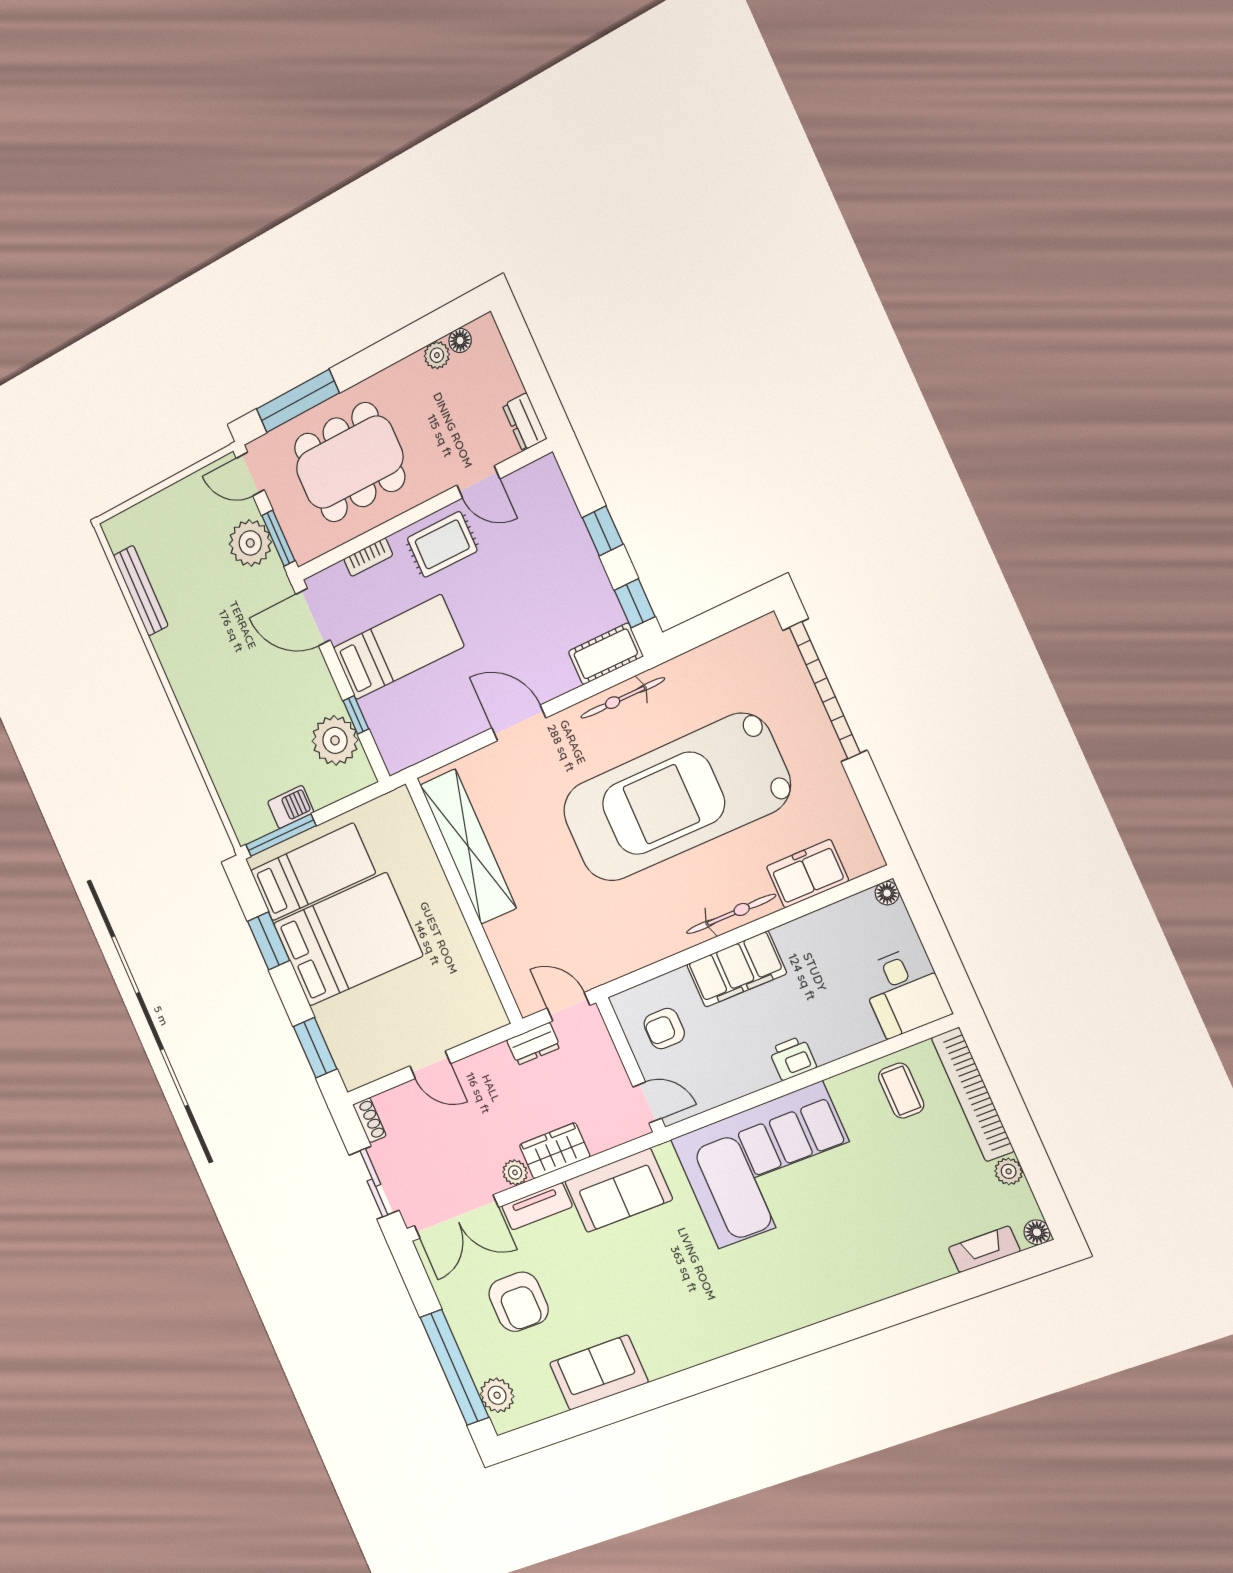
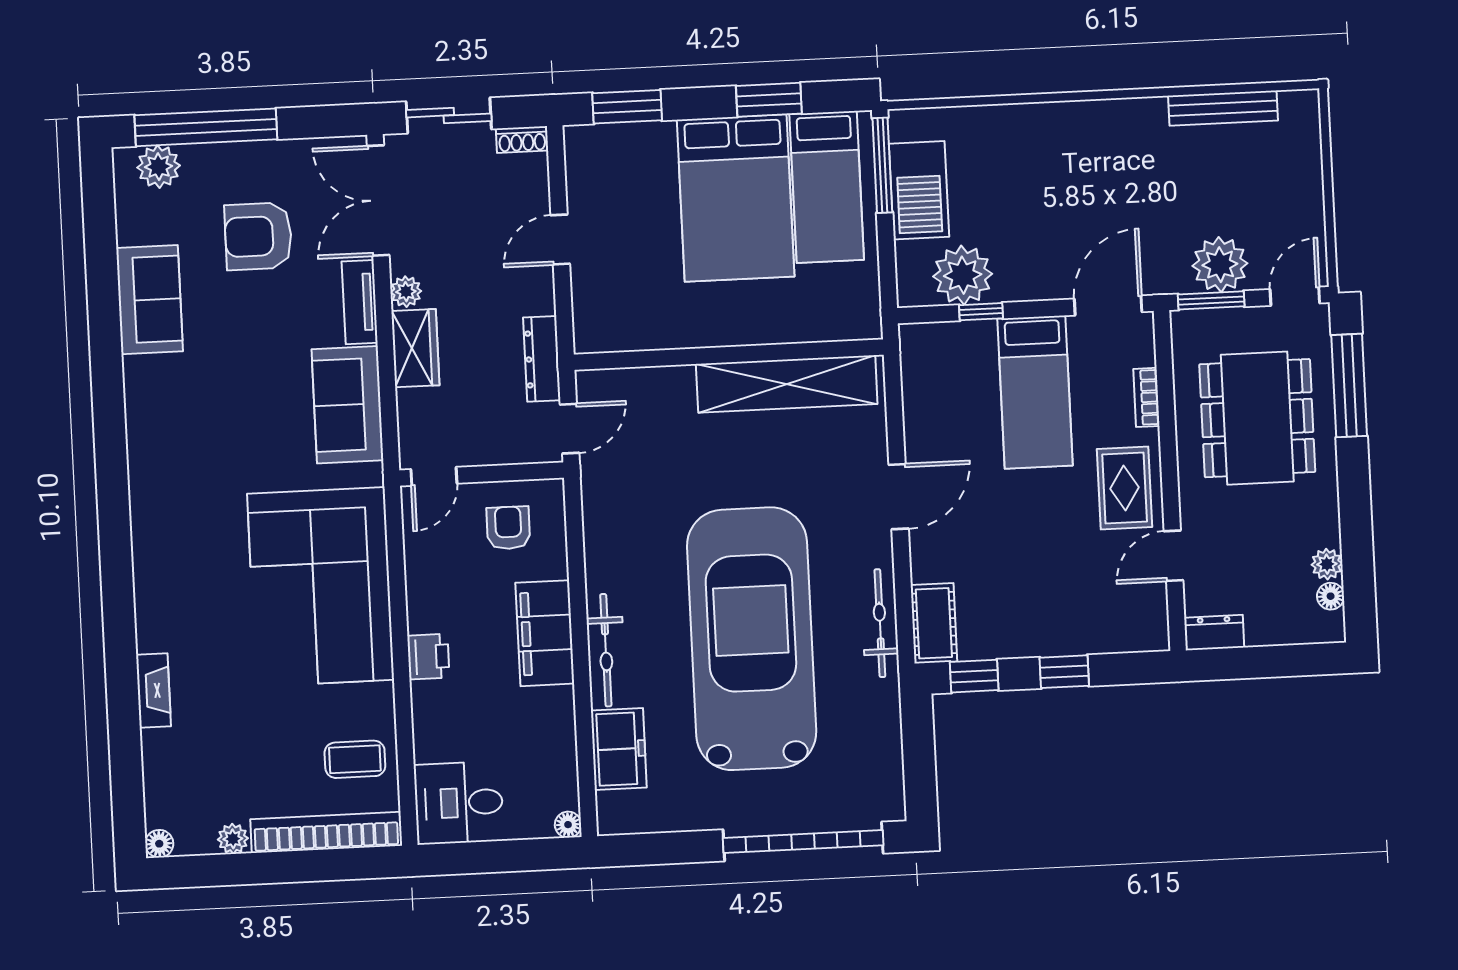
barbecue: (291, 807) -> (919, 190), width x1.88, depth x1.53
dresser: (534, 1044) -> (542, 359), width x1.44
fireplace: (984, 1249) -> (153, 691), moved

